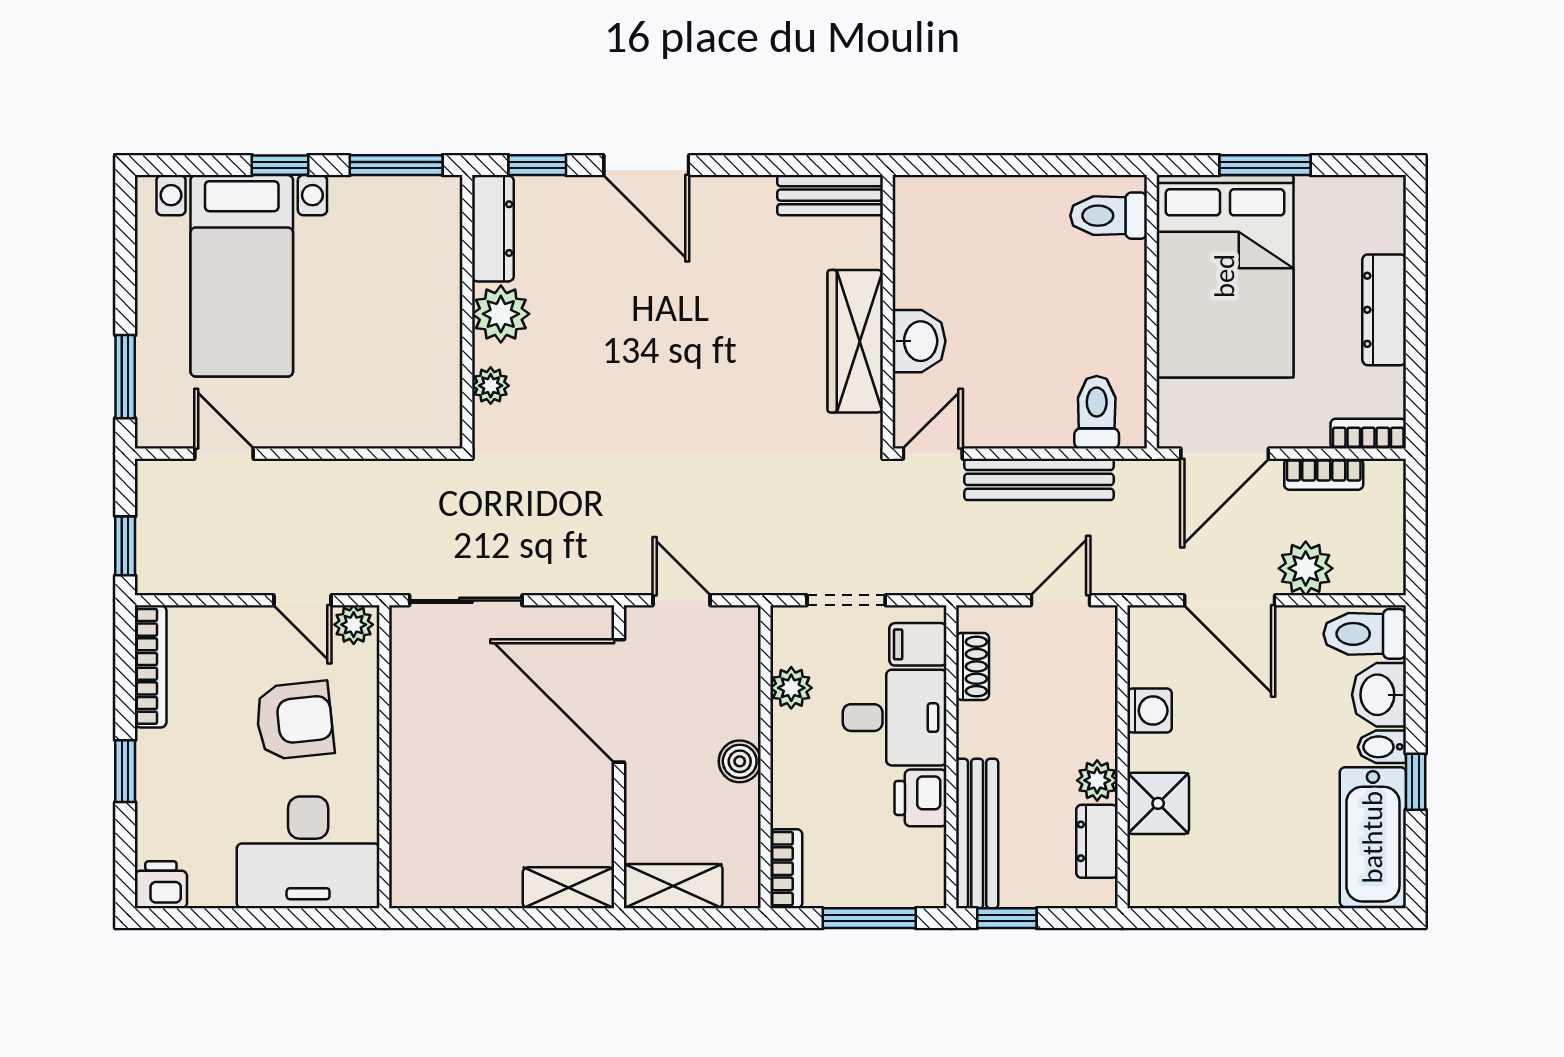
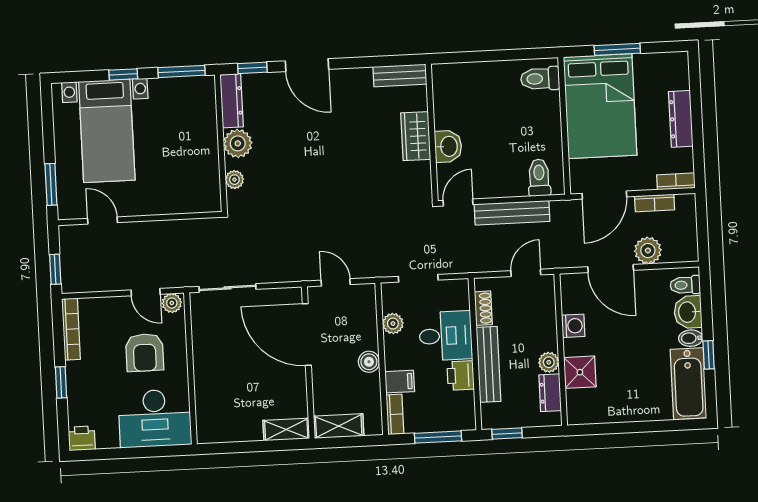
wardrobe: (855, 341) -> (416, 136), width x0.67
toilet: (1365, 634) -> (685, 285), width x0.73, depth x0.72
filing cabinet: (918, 644) -> (400, 382), moved, turned 180
armchair: (295, 720) -> (145, 353), turned 96
bench: (977, 833) -> (488, 364), moved

